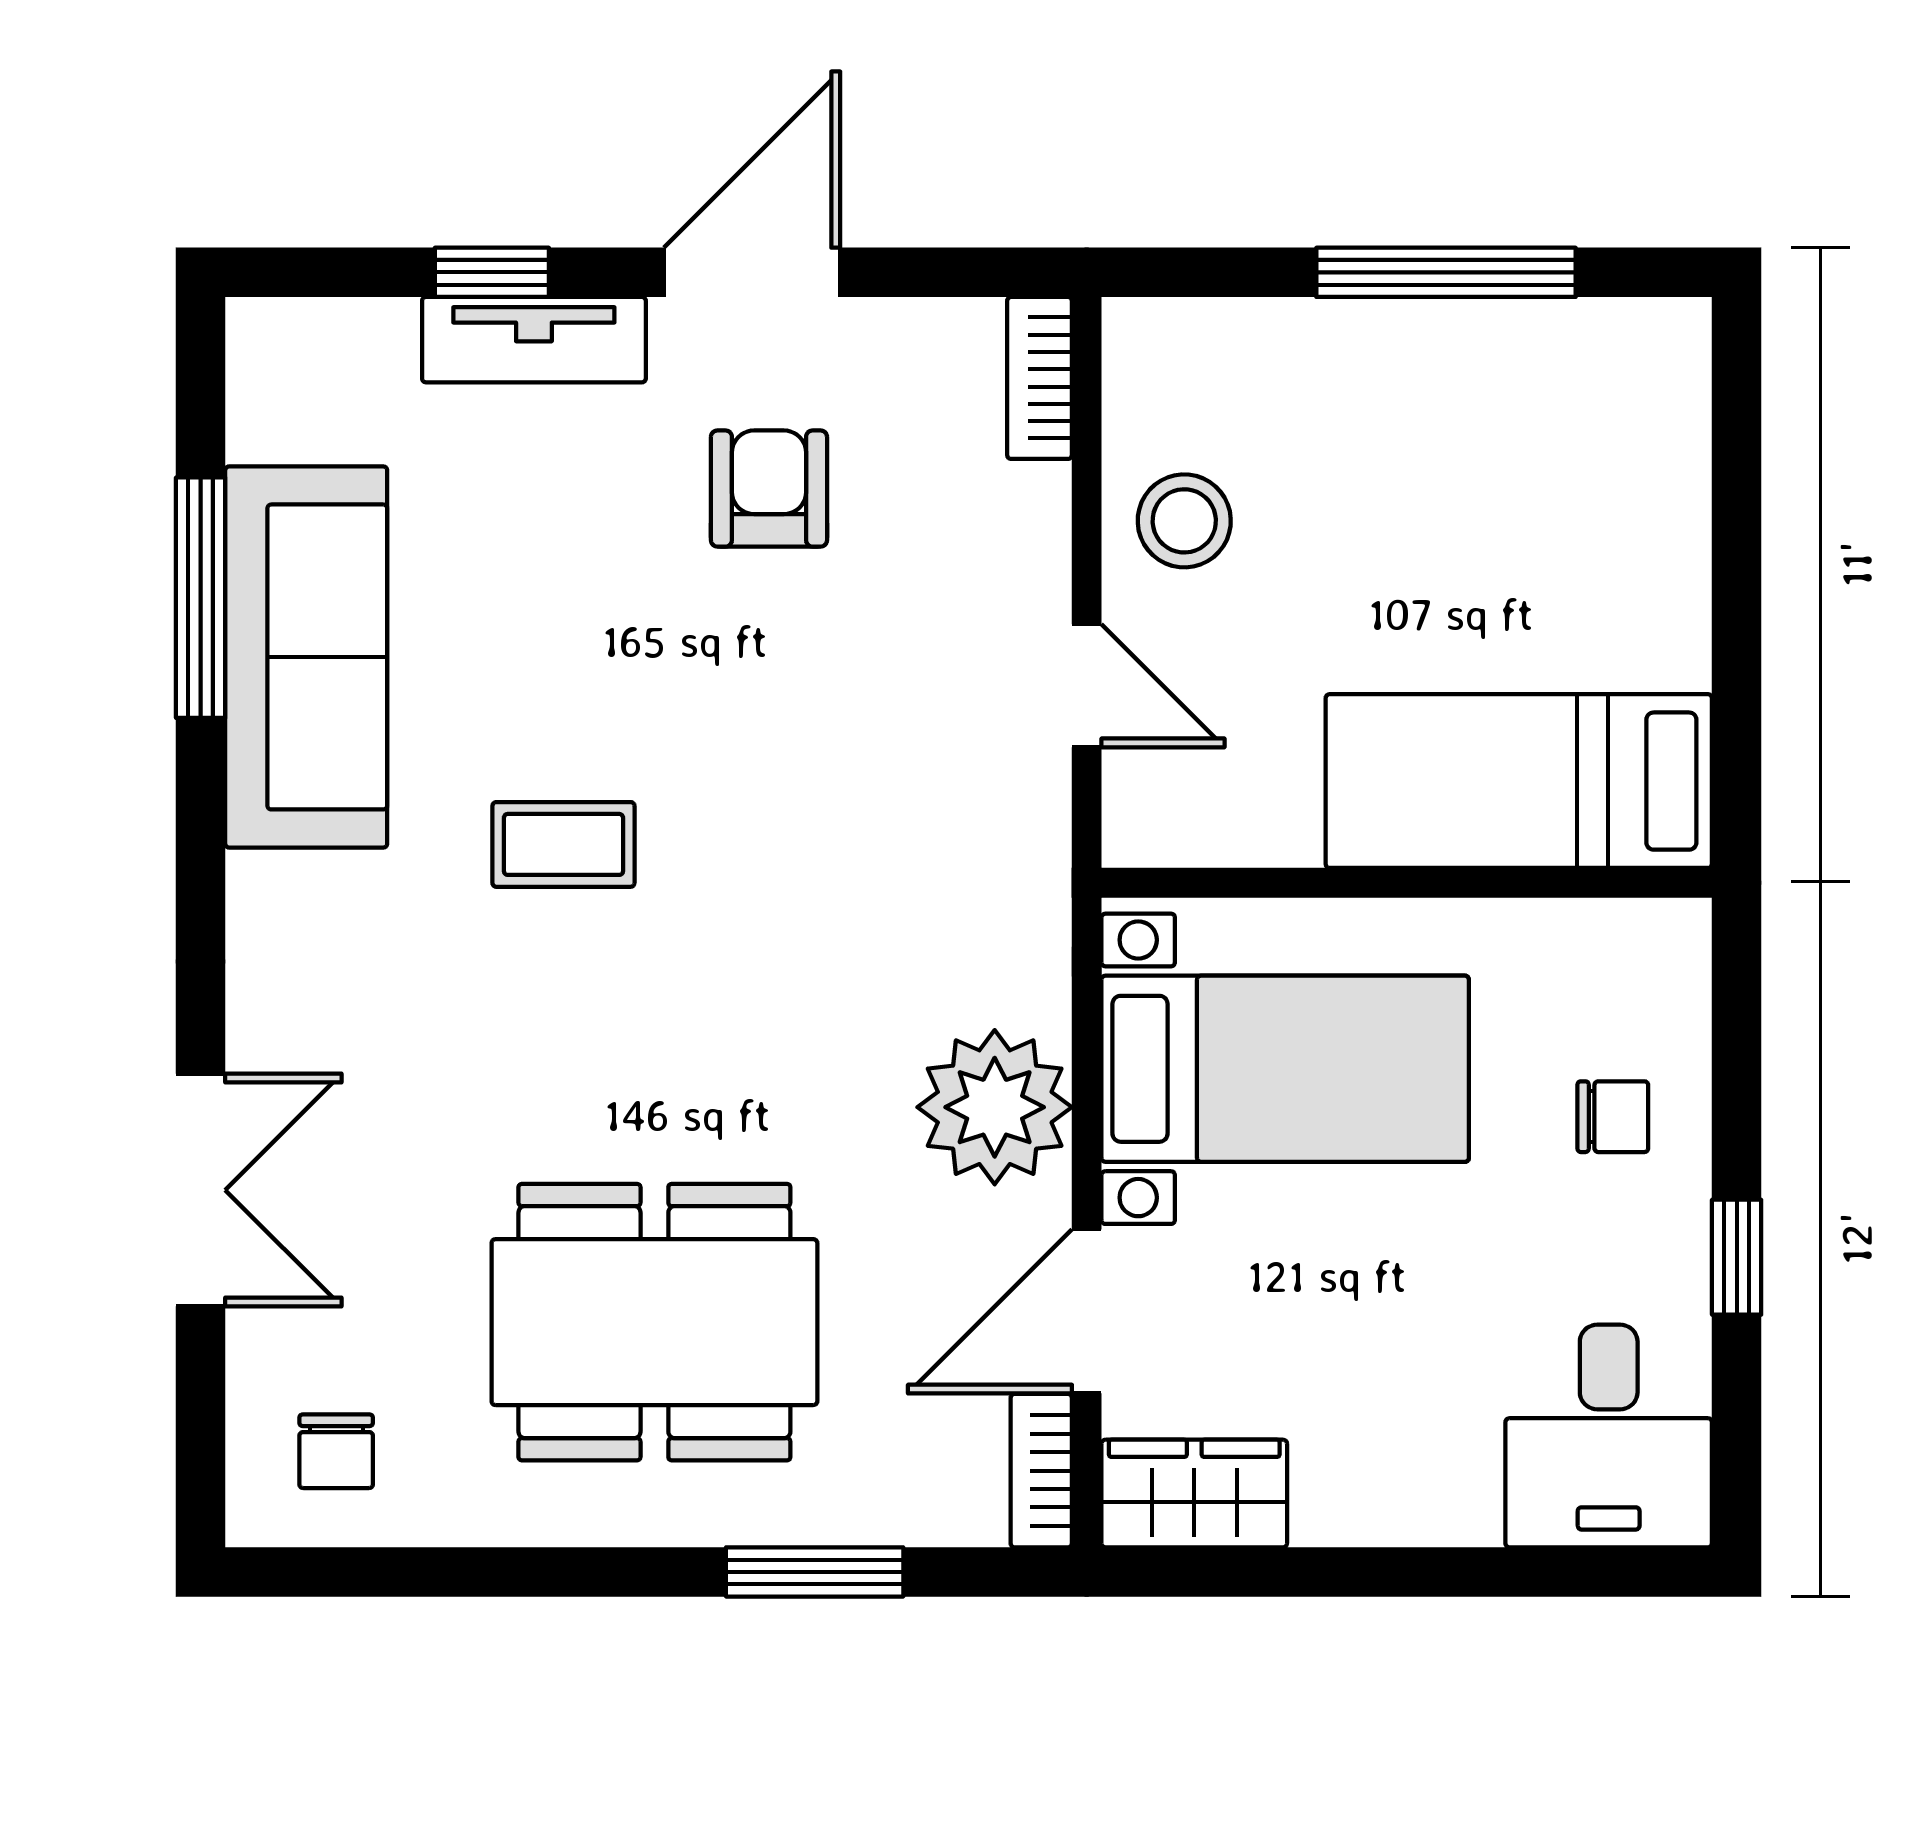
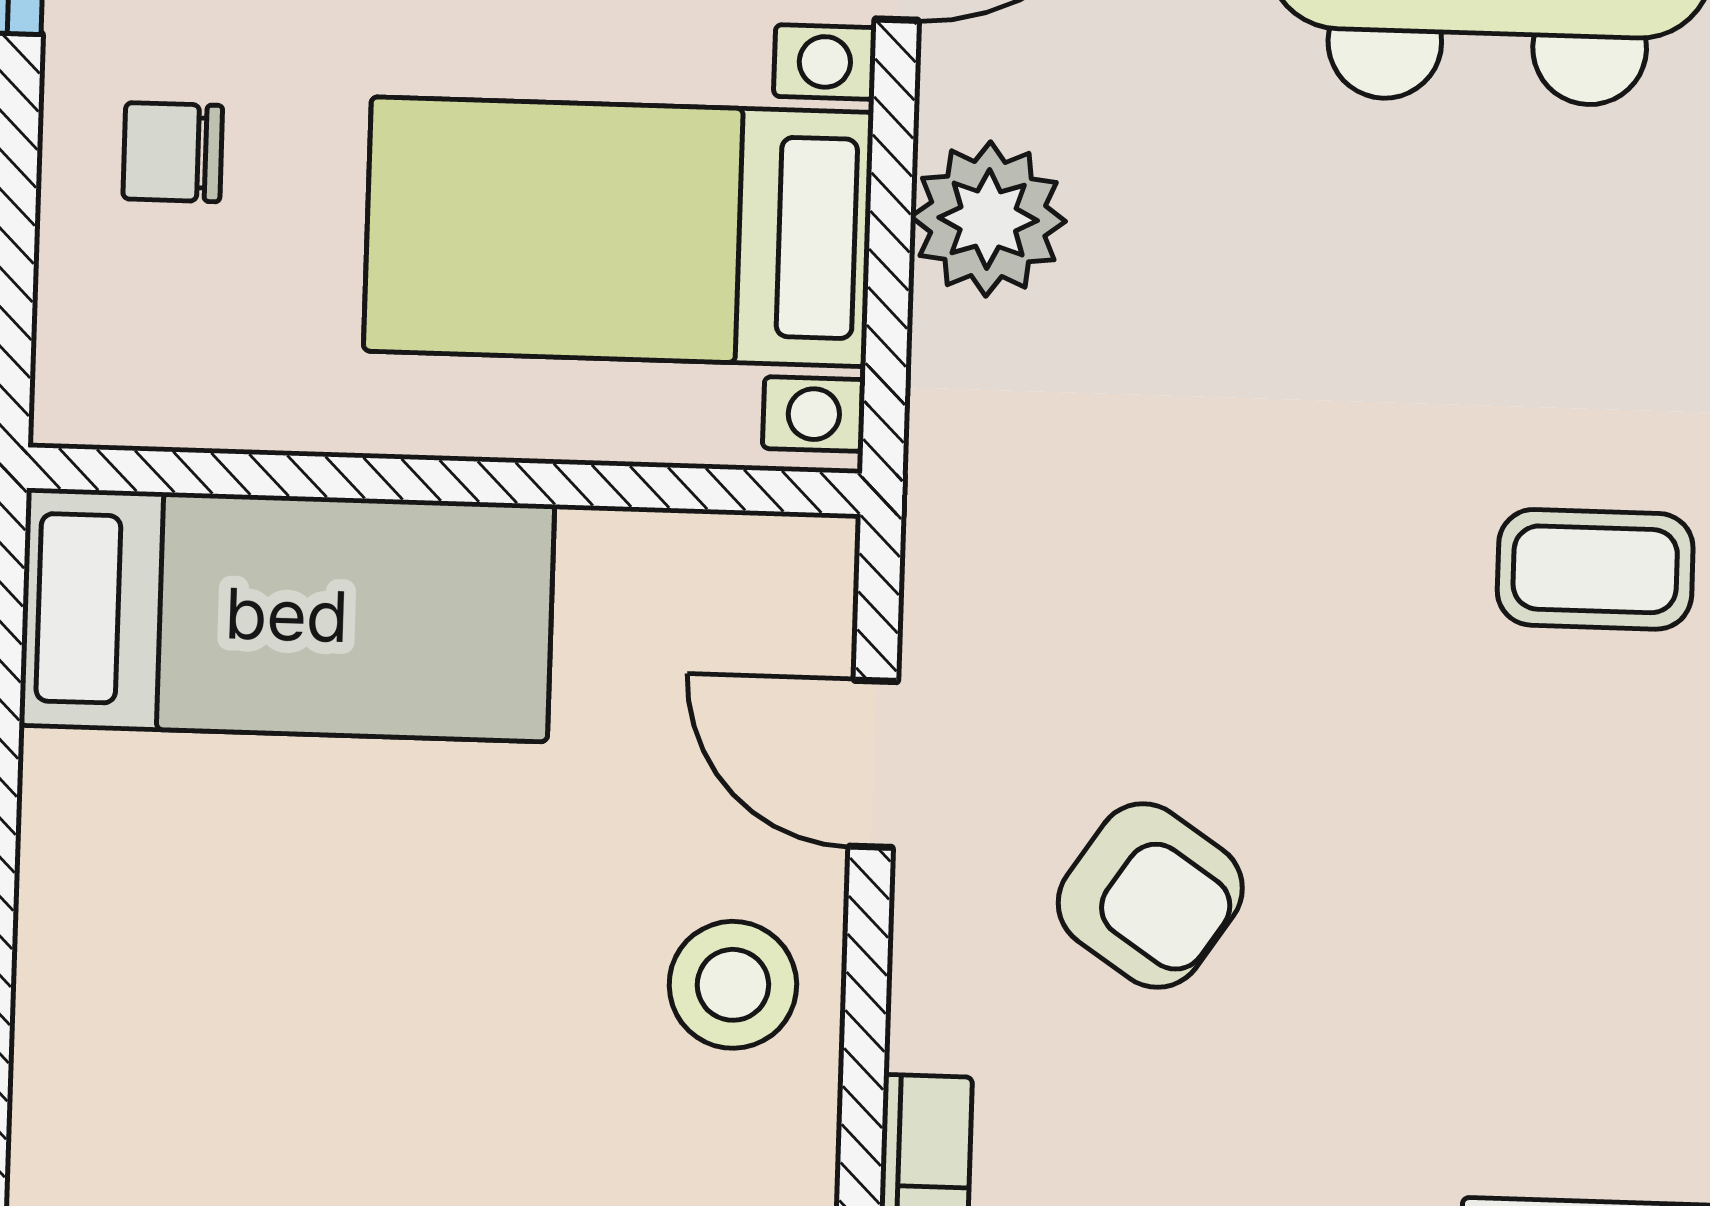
armchair: (769, 489) -> (1150, 895), moved, turned -56
plant: (995, 1107) -> (988, 219), width x0.73, depth x0.73

